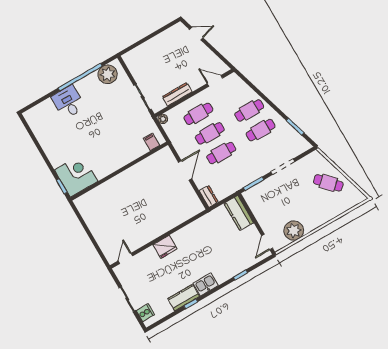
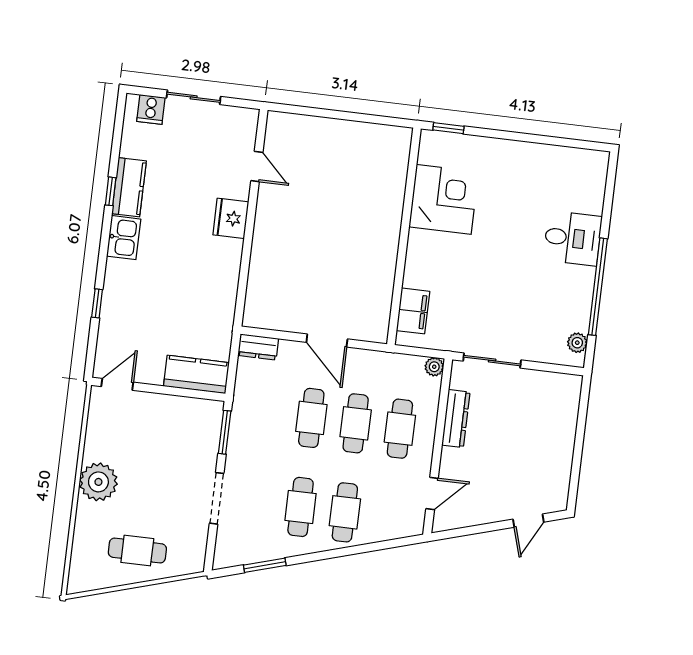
plant: (108, 74) -> (577, 343), width x0.53, depth x0.53
filing cabinet: (151, 142) -> (413, 311), width x2.00
corner desk: (76, 176) -> (444, 199), moved, turned -90
cafe table: (328, 183) -> (137, 551), turned 43
plant: (294, 231) -> (98, 482), moved
door: (267, 242) -> (117, 384), hinge flipped
door: (125, 258) -> (257, 167), moved

